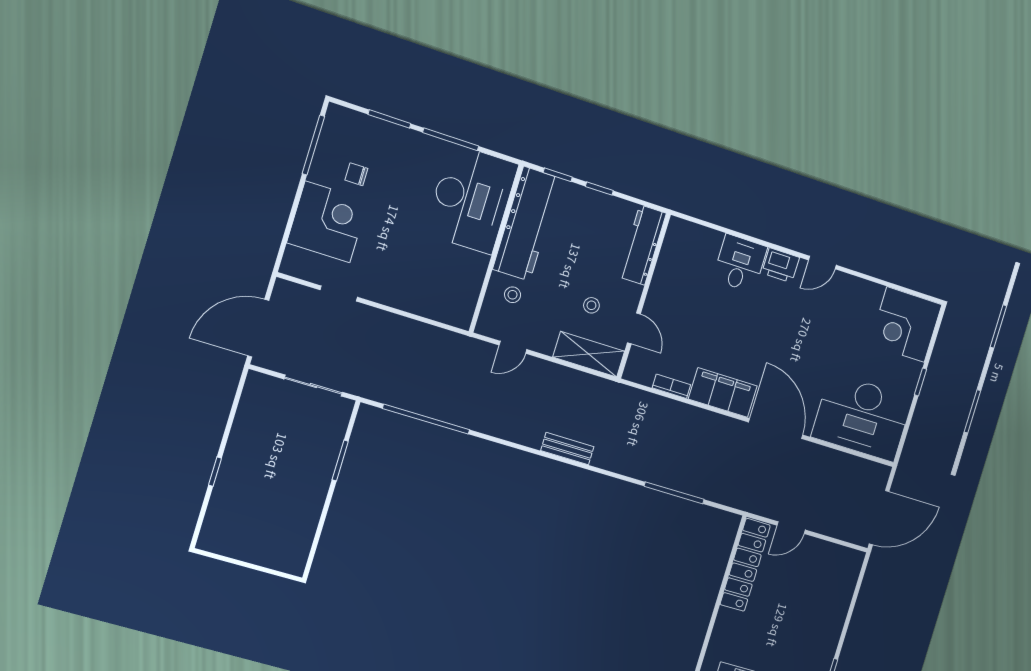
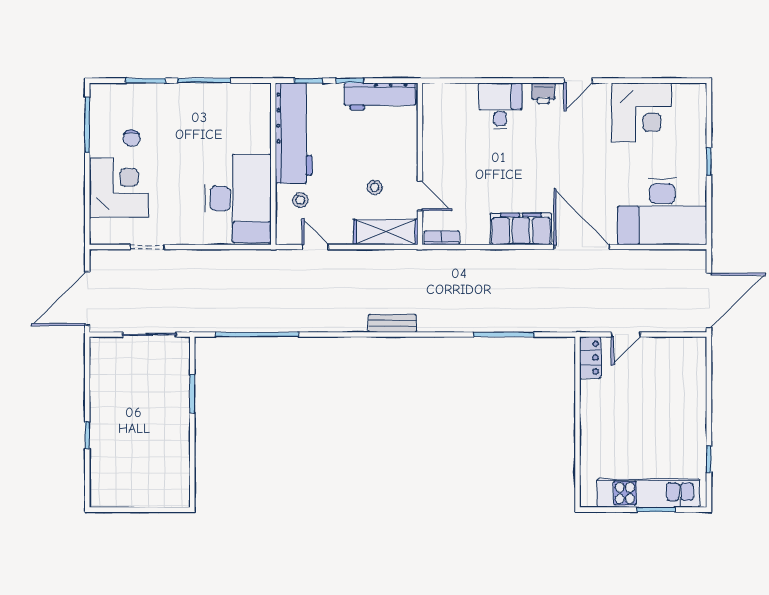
chair: (356, 174) -> (131, 138), turned -88
desk: (471, 199) -> (238, 199), moved
workbench: (642, 245) -> (380, 96), moved, turned -90
printer: (781, 265) -> (543, 93), width x0.73, depth x0.81
corner desk: (906, 325) -> (642, 112), moved, turned -90
door: (513, 347) -> (315, 247), swing flipped
bookcase: (671, 386) -> (442, 238), moved
locker: (745, 565) -> (590, 358), width x0.46, depth x0.83

